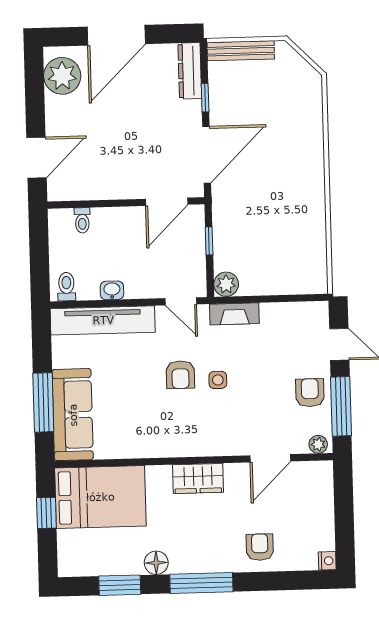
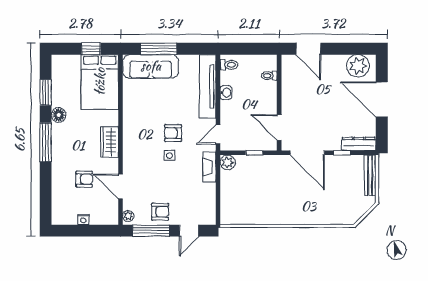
armchair: (260, 547) -> (84, 179), moved
nightstand: (327, 561) -> (83, 220), moved

